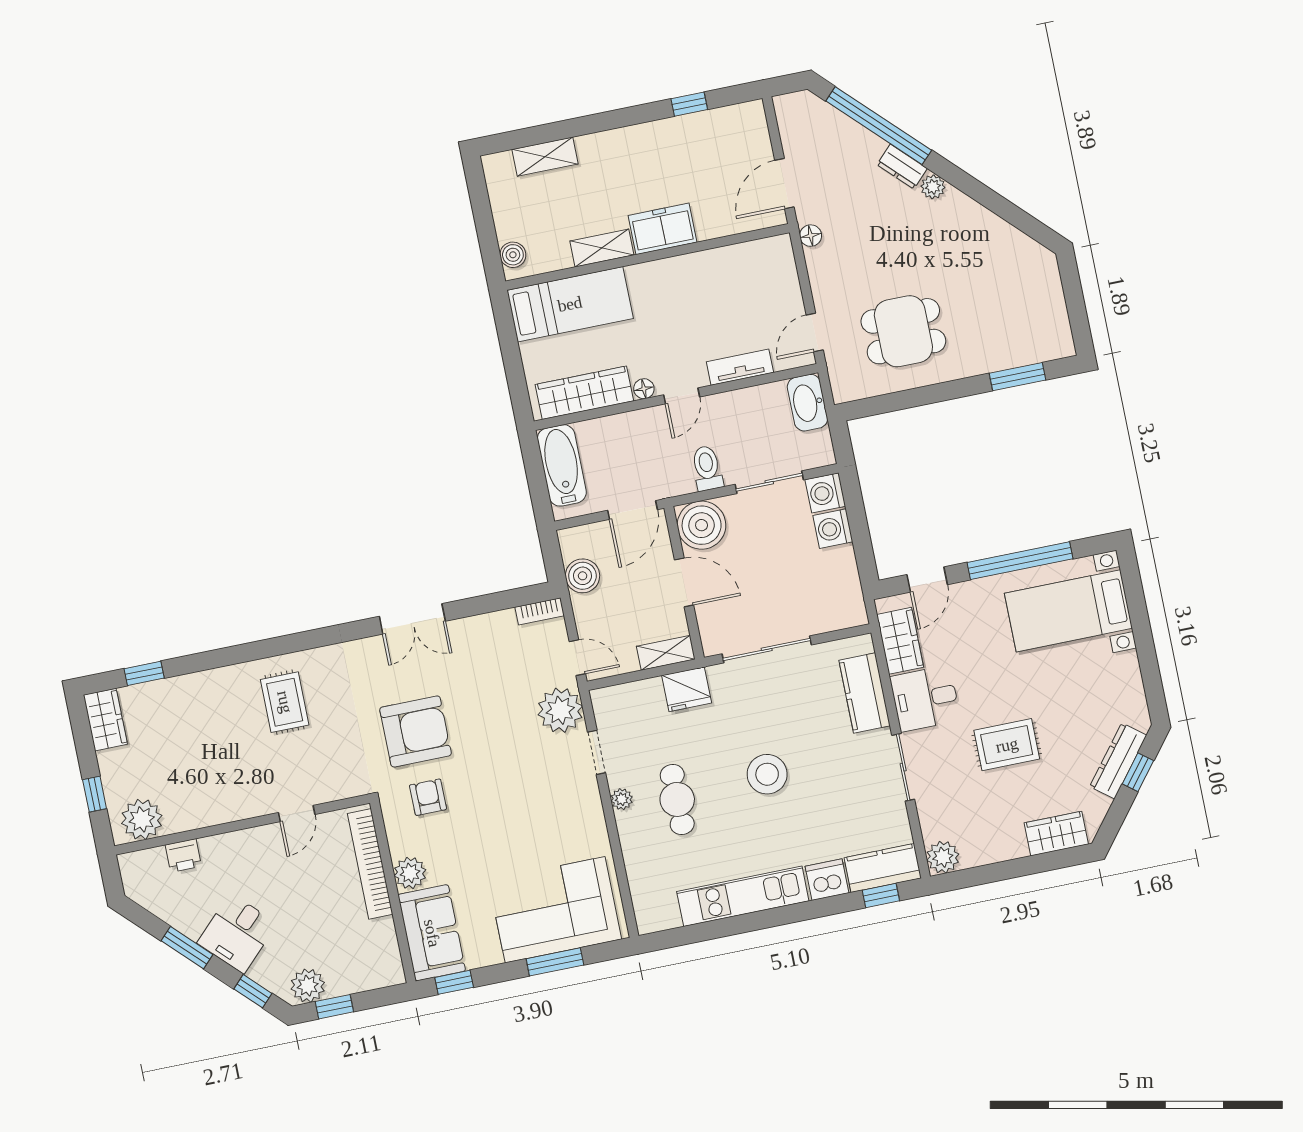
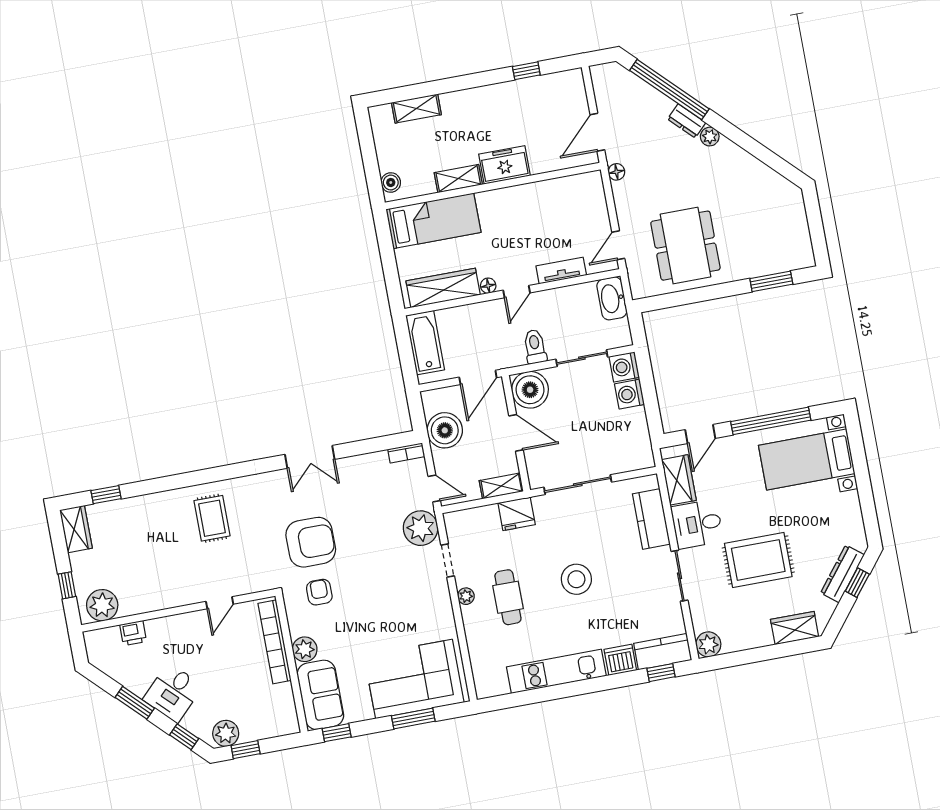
dining table: (903, 331) -> (685, 246), width x1.38
boiler: (583, 576) -> (445, 430), width x1.37, depth x1.37
rug: (1007, 745) -> (758, 560), width x1.36, depth x1.43

